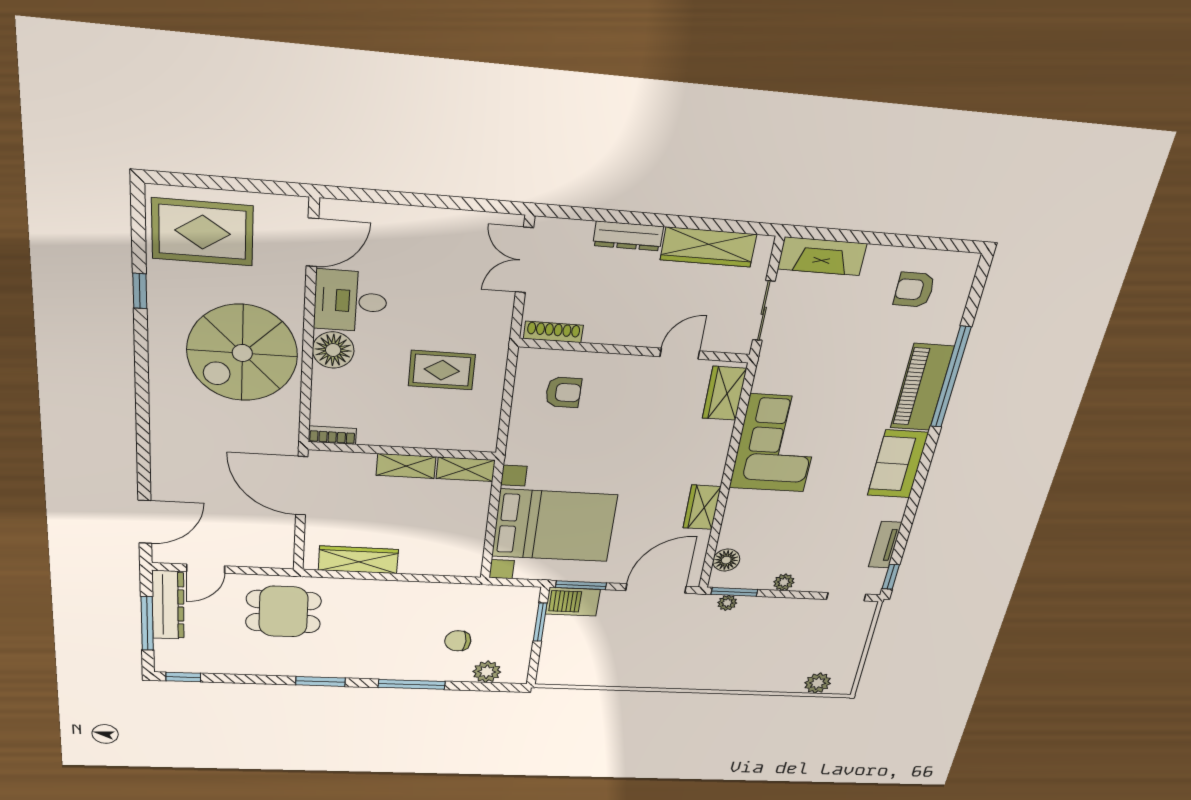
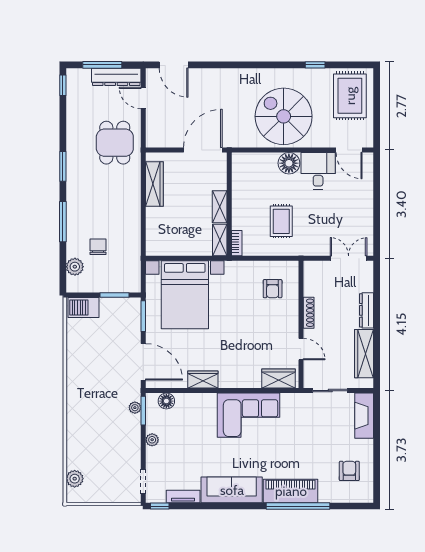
shoe rack: (553, 332) -> (309, 313), moved
bookcase: (332, 435) -> (237, 243), moved
sofa: (898, 464) -> (232, 490), width x1.36
barbecue: (573, 602) -> (83, 307), moved, turned -90

